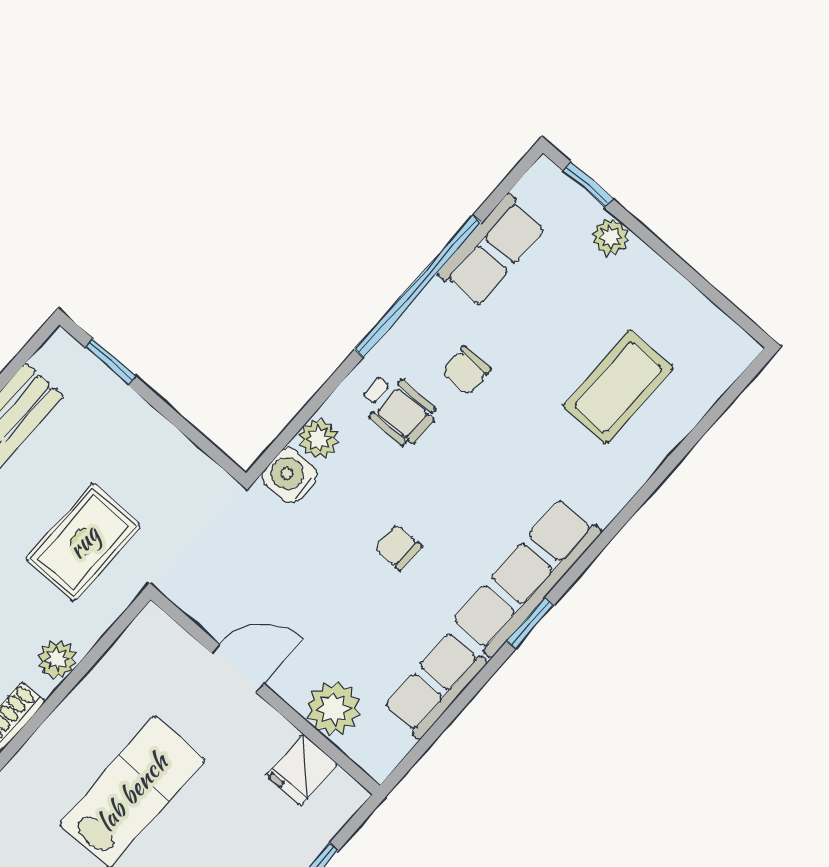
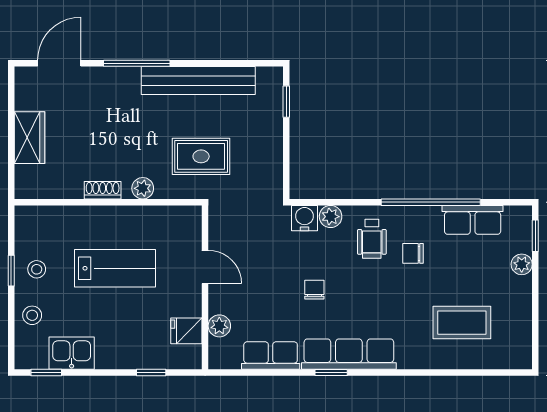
plant: (334, 708) -> (219, 326), width x0.73, depth x0.73

